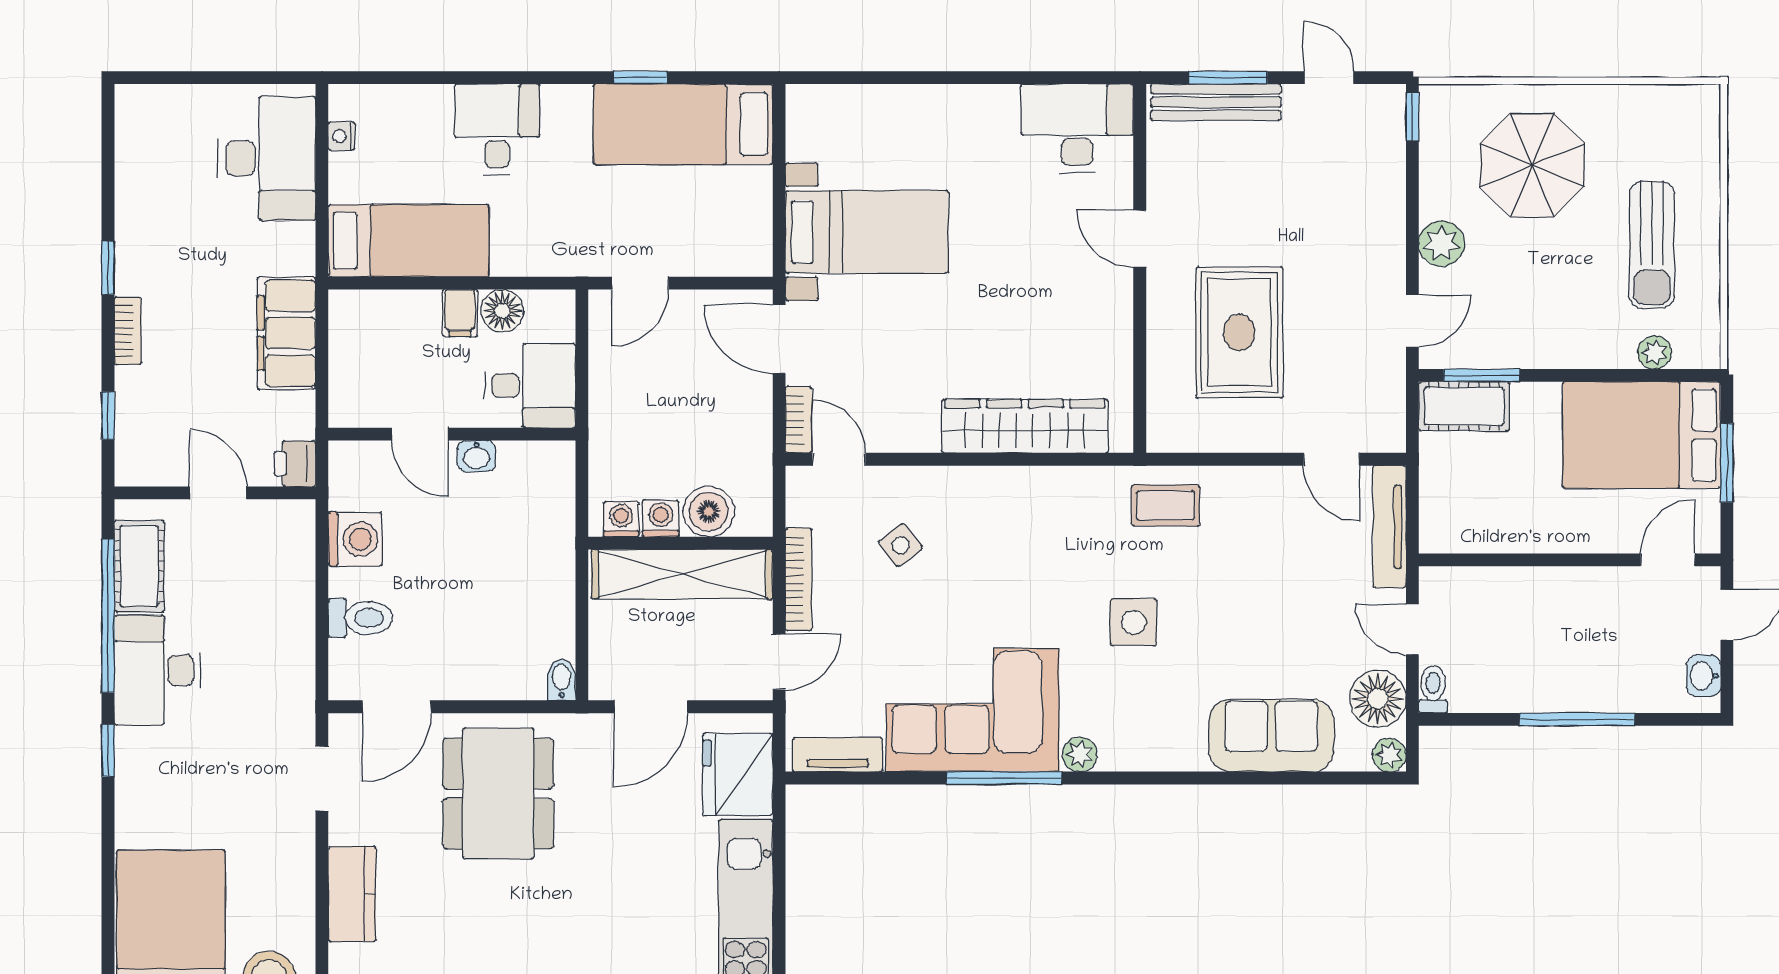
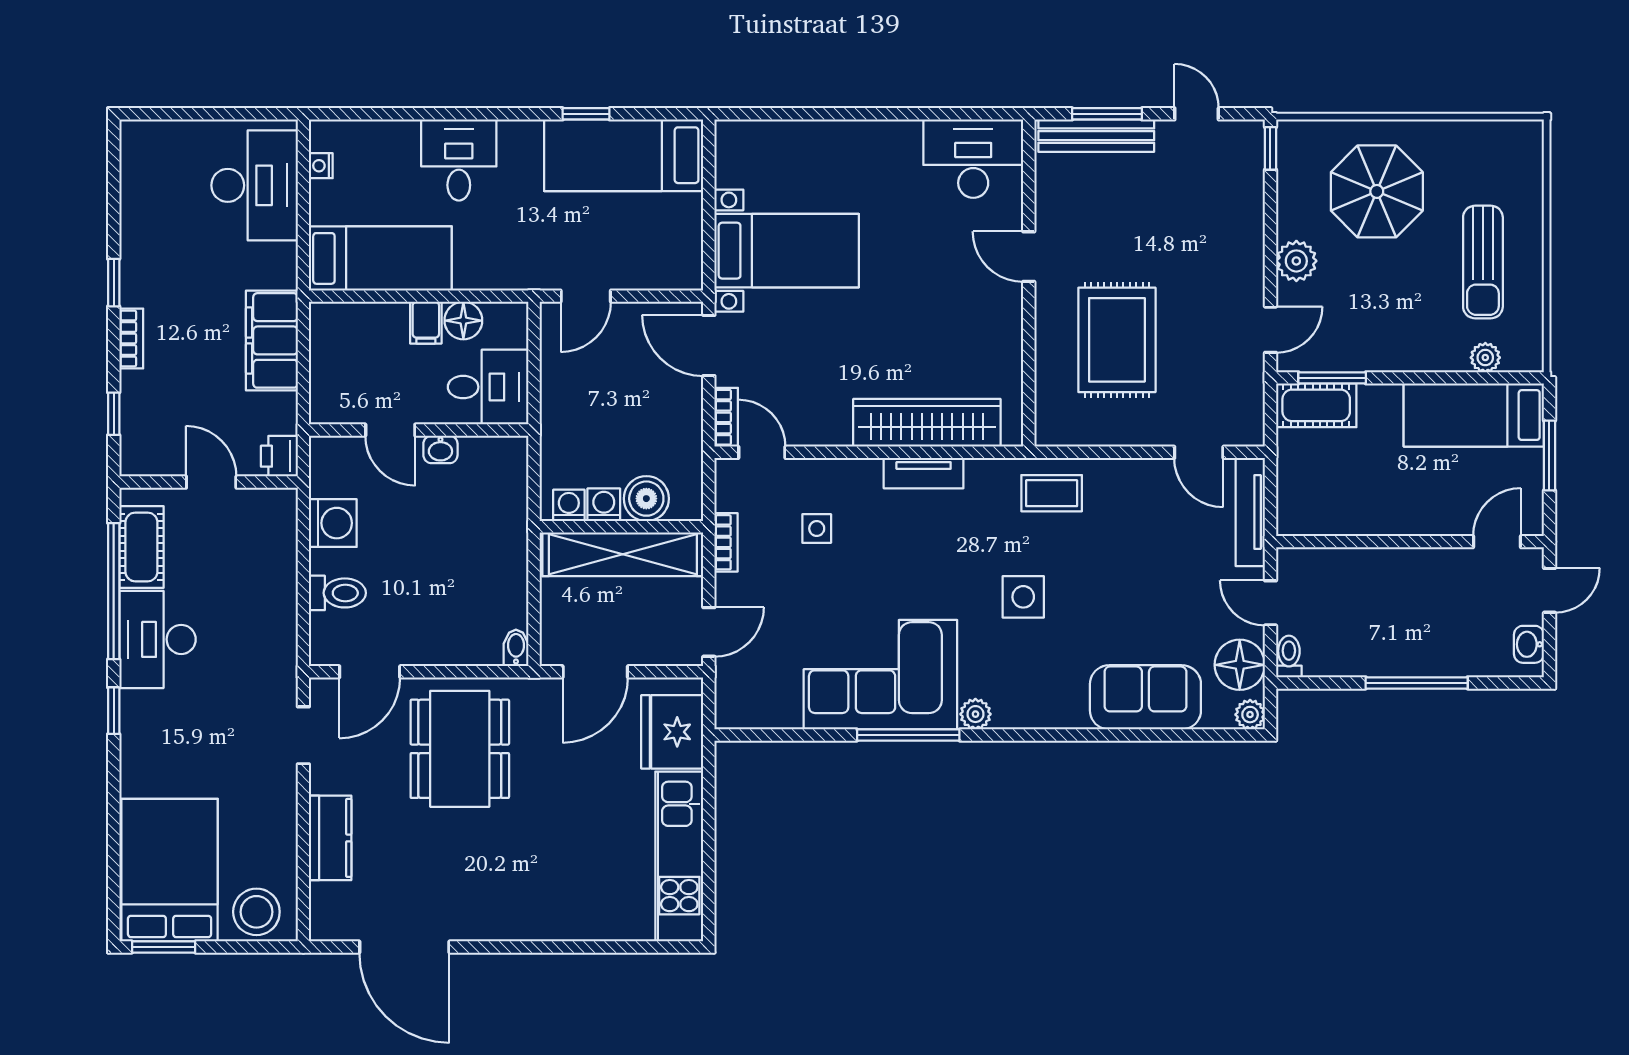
bed: (1642, 435) -> (1474, 415), width x0.67
side table: (901, 545) -> (817, 529), turned 38
bookcase: (798, 579) -> (726, 542), width x0.64
tv unit: (838, 755) -> (924, 473), moved, turned 180

